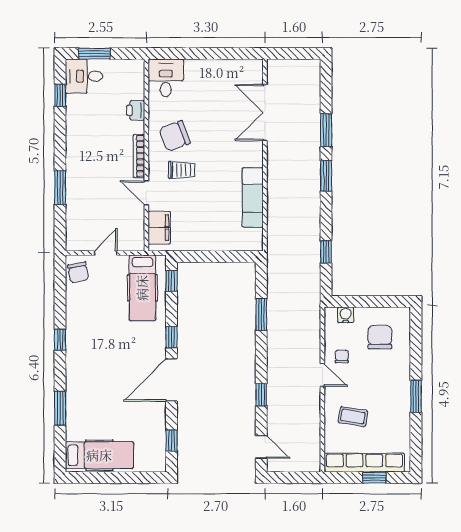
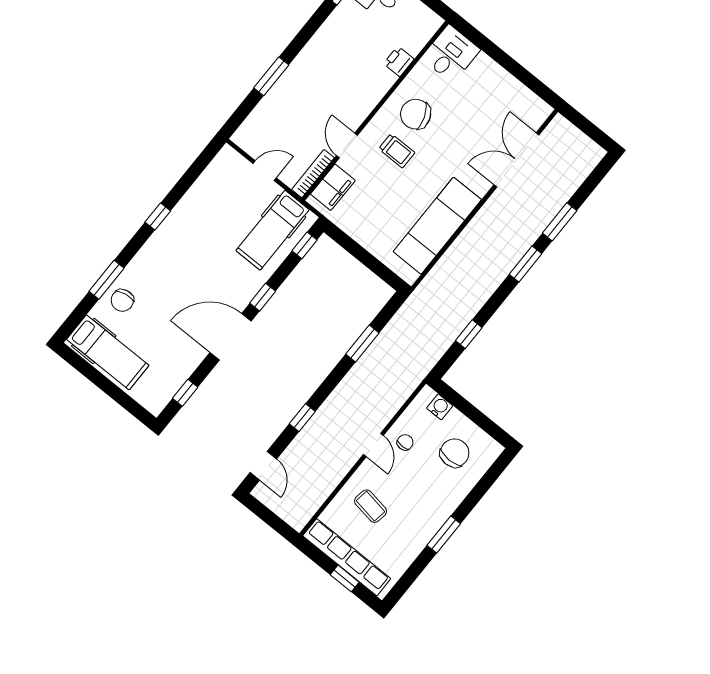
bookcase: (139, 156) -> (313, 174), moved
exam couch: (253, 198) -> (437, 226), width x1.36, depth x1.45
chair: (78, 272) -> (122, 300), moved

